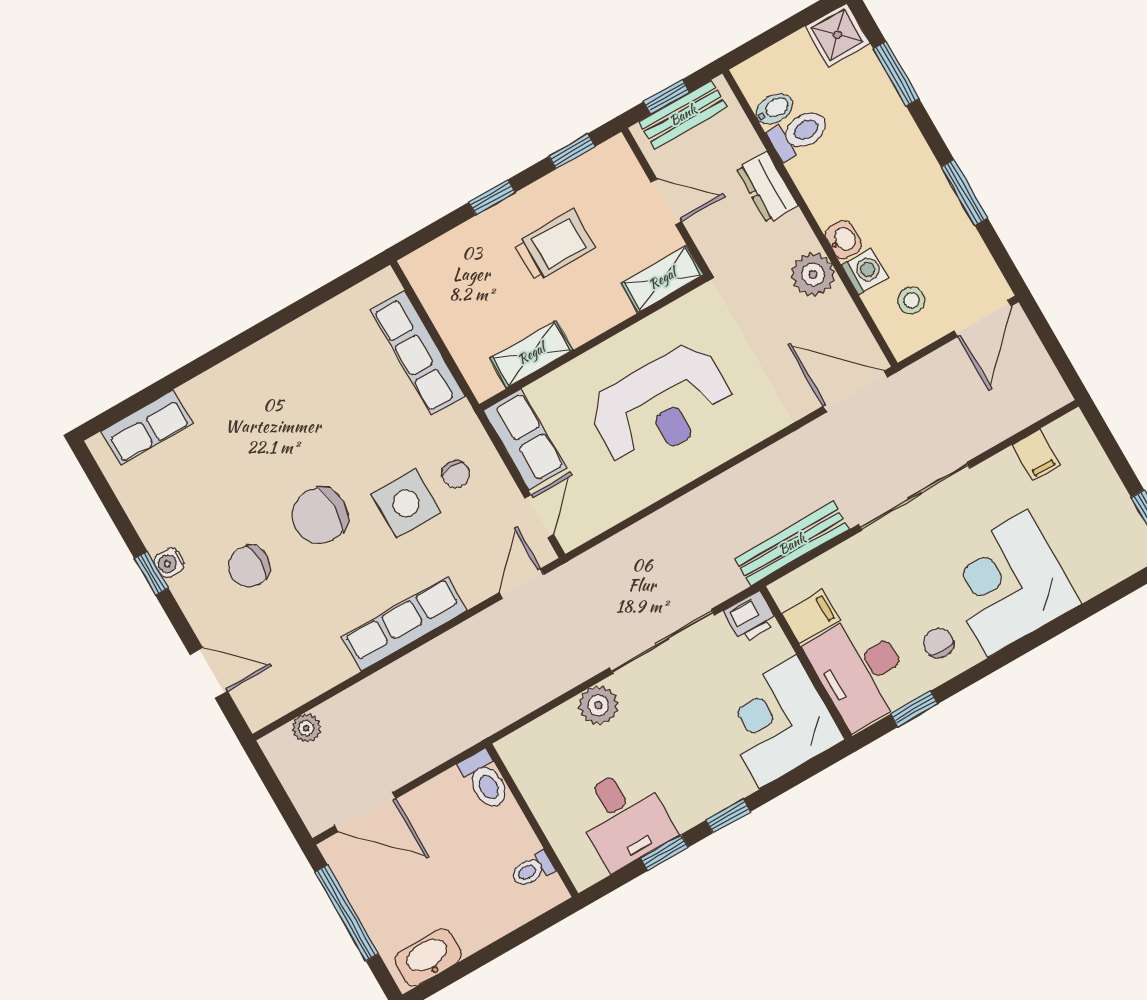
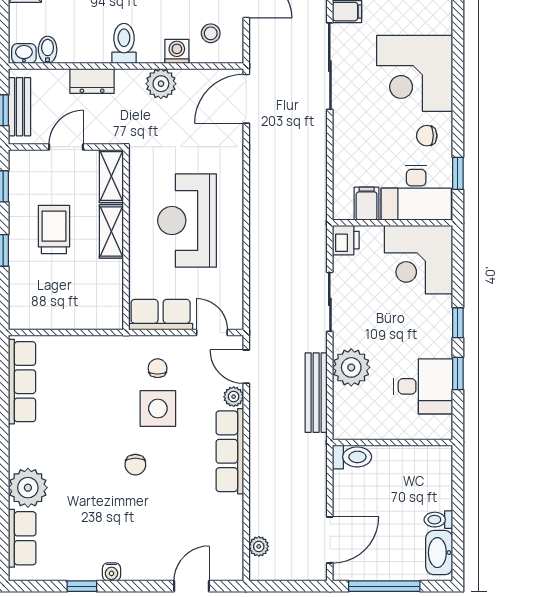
toilet: (799, 134) -> (124, 43), moved
washbasin: (843, 240) -> (24, 53), moved
row of seats: (418, 353) -> (22, 382), moved, turned -90
shelving: (531, 354) -> (111, 231), moved
plant: (214, 398) -> (28, 488), added
reception desk: (661, 405) -> (187, 221), turned 180
chair: (456, 474) -> (158, 368), turned -90
sliding door: (915, 496) -> (330, 66), moved
chair: (320, 516) -> (135, 465), width x0.54, depth x0.54
bench: (792, 544) -> (316, 393), moved
chair: (249, 566) -> (141, 525), removed
window: (151, 573) -> (82, 586), moved
plant: (475, 589) -> (234, 397), added
sliding door: (662, 641) -> (330, 302), width x0.73
plant: (598, 705) -> (351, 367), width x1.36, depth x1.36
toilet: (532, 869) -> (438, 520), moved, turned 90

